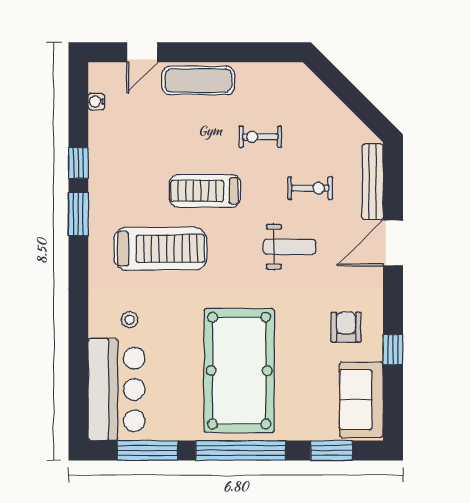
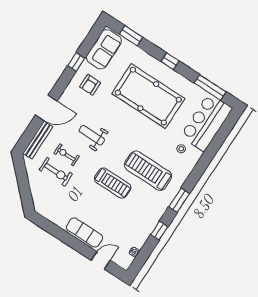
exercise bike: (260, 137) -> (56, 172), moved, width x1.38, depth x1.39
window: (78, 214) -> (179, 200), moved
pool table: (239, 371) -> (148, 96), turned 90
window: (241, 450) -> (170, 61), width x0.32

